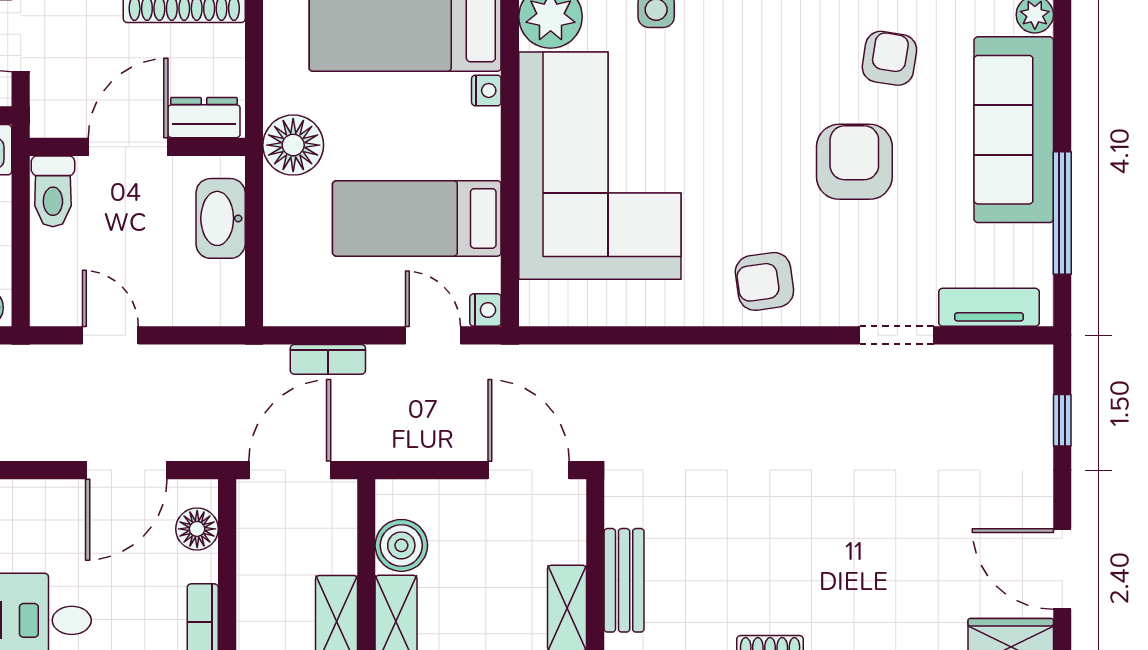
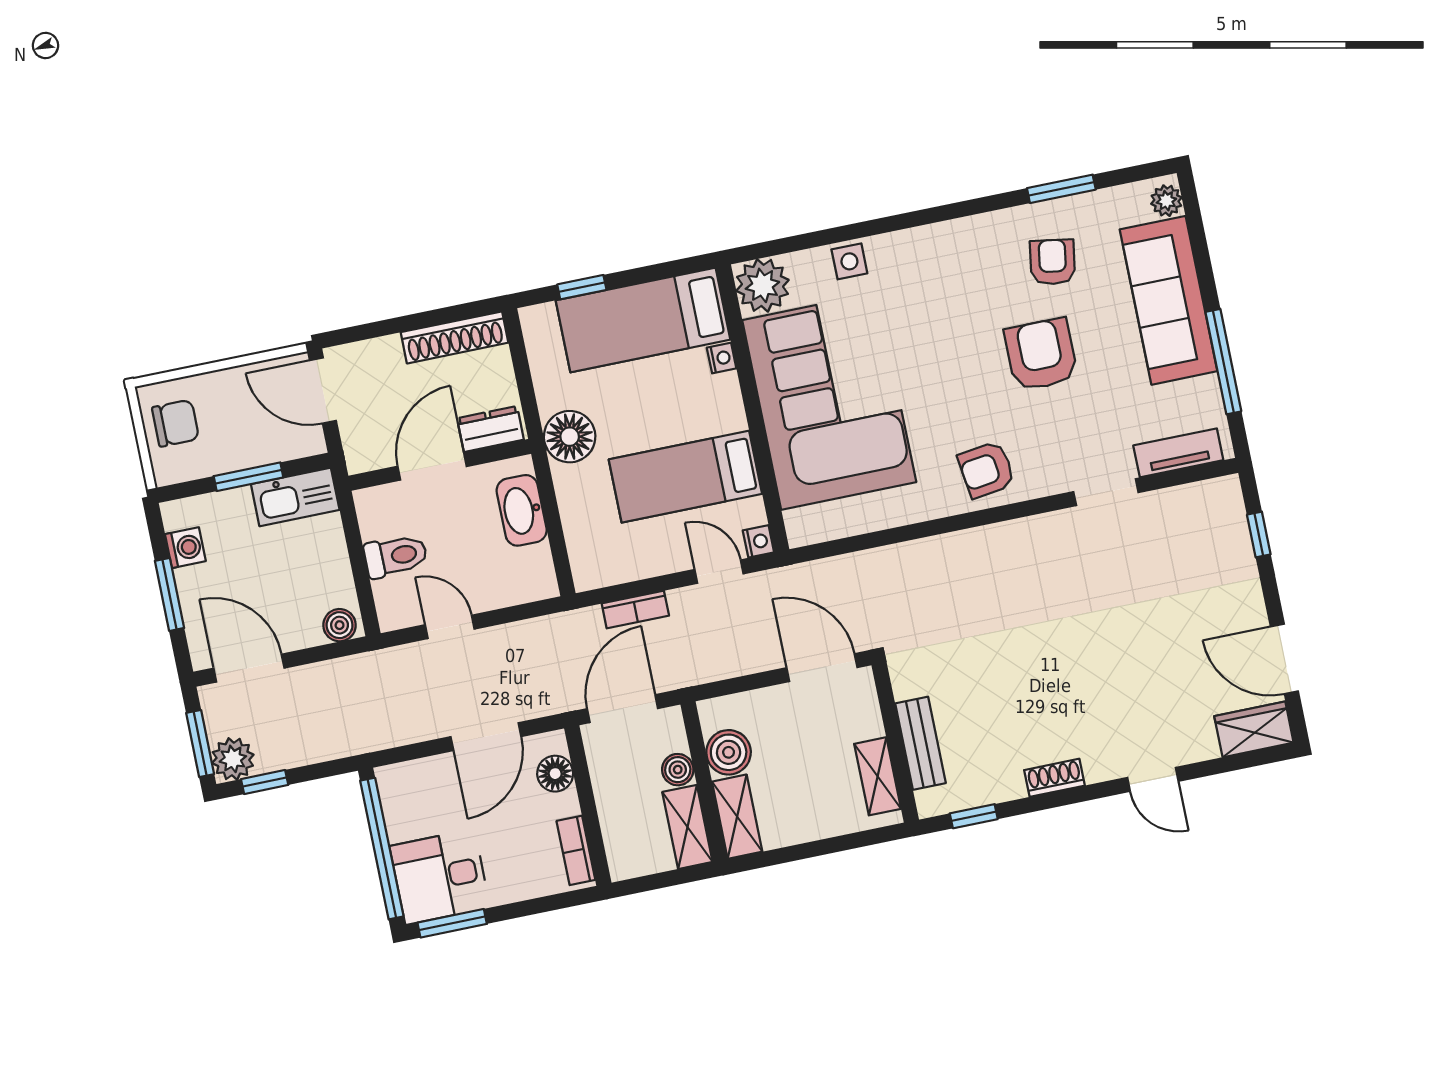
toilet: (53, 191) -> (396, 556), moved, turned -90
boiler: (339, 553) -> (678, 770), added

